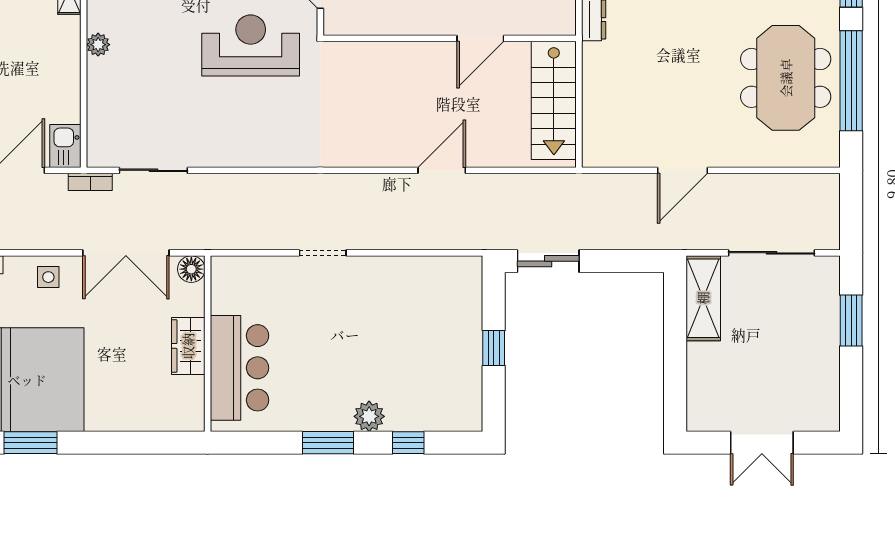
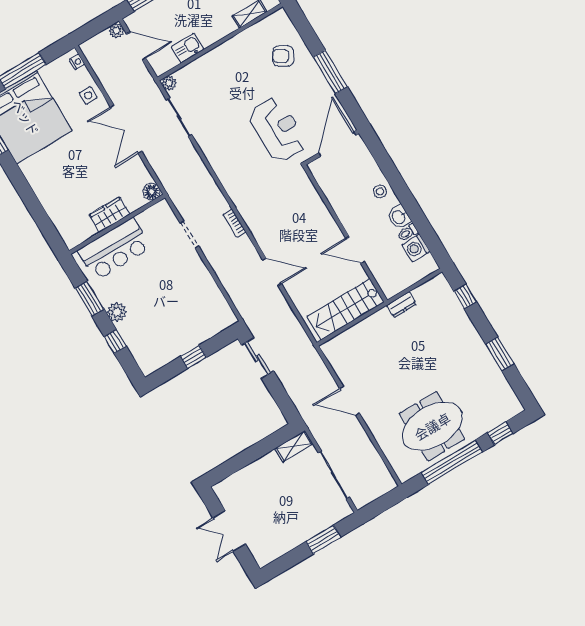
plant: (98, 45) -> (169, 83), moved
kitchen sink: (65, 146) -> (188, 48), moved
bookcase: (90, 182) -> (234, 223), moved
floor lamp: (191, 269) -> (152, 192), moved
shelving: (703, 298) -> (294, 446), width x0.67, depth x0.75
wall: (208, 344) -> (117, 224), moved
wardrobe: (188, 346) -> (110, 215), moved
bar counter: (239, 368) -> (114, 249), moved

